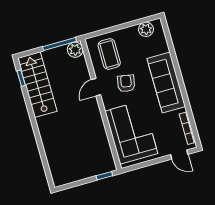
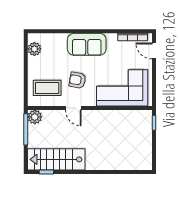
sofa: (166, 83) -> (87, 44), width x0.73
door: (179, 155) -> (154, 51), swing flipped

